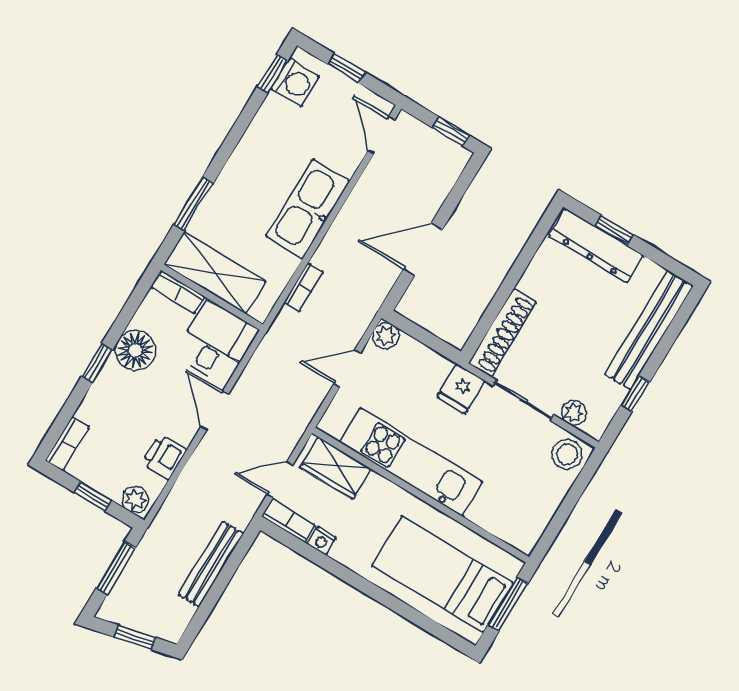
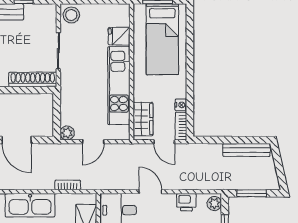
door: (347, 368) -> (93, 142), hinge flipped
fridge: (461, 389) -> (119, 36), moved, turned 180
door: (215, 411) -> (150, 192), swing flipped
plant: (574, 413) -> (50, 24), removed
bench: (211, 564) -> (246, 150), moved
window: (135, 637) -> (279, 165), removed

